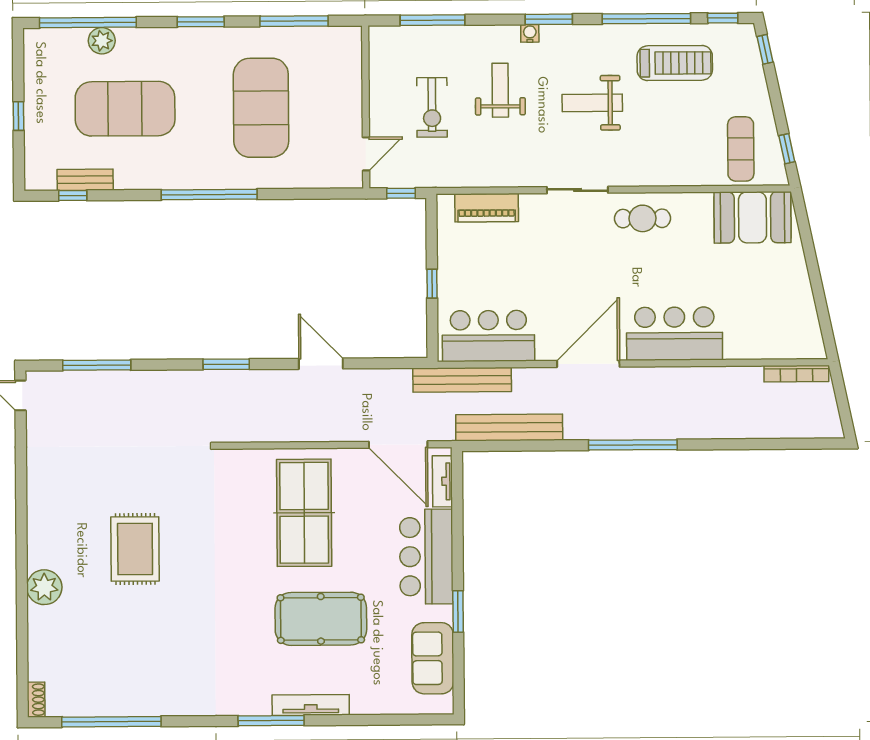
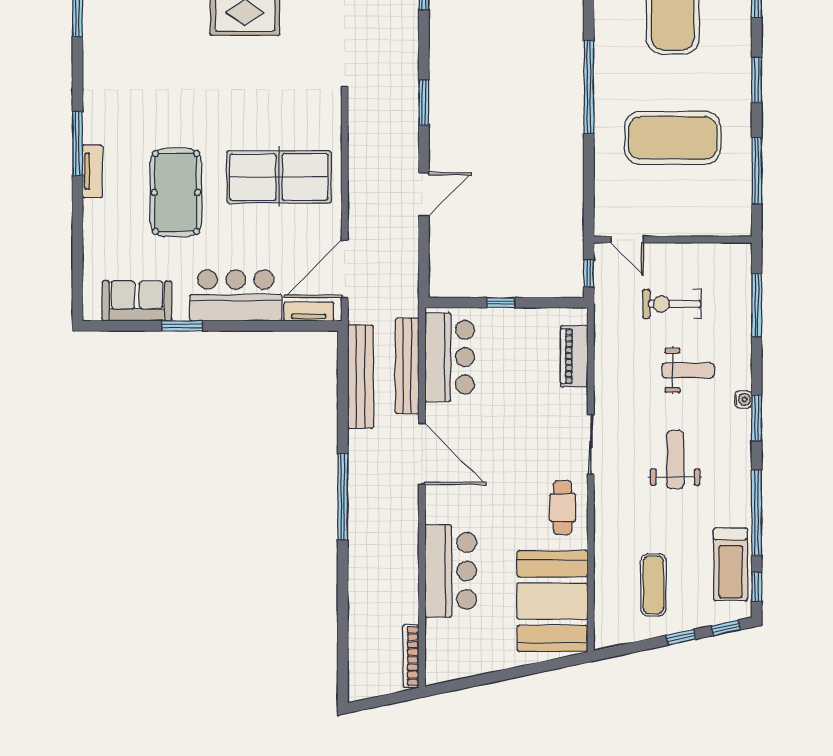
treadmill: (675, 63) -> (731, 564), moved
exercise mat: (741, 149) -> (653, 585), moved, turned 90
window: (787, 149) -> (681, 637), moved
booth: (752, 217) -> (552, 601), width x1.36, depth x1.42
bar counter: (674, 334) -> (451, 571), moved
bench: (462, 380) -> (407, 366), moved
tv unit: (311, 705) -> (92, 171), width x0.71

